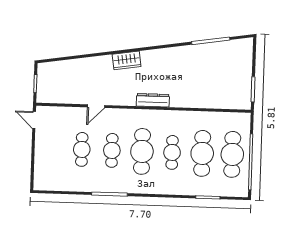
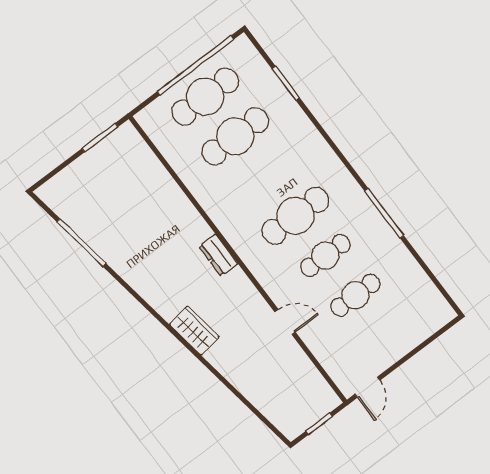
dresser: (153, 100) -> (218, 255), width x0.70
cafe table: (172, 152) -> (265, 176), removed

